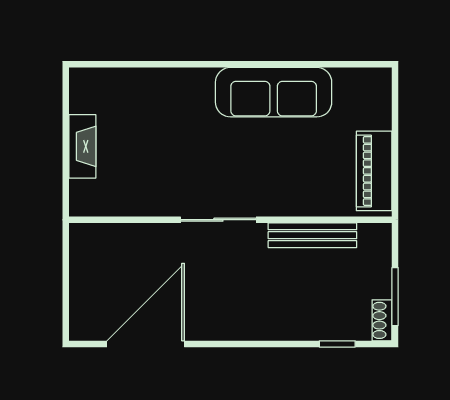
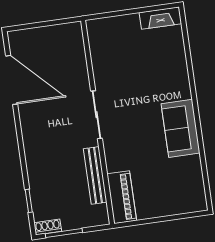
sofa: (274, 92) -> (181, 128), width x0.73
fireplace: (82, 146) -> (160, 18), moved
piano: (374, 171) -> (122, 197), moved, turned 90

